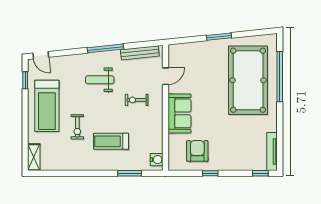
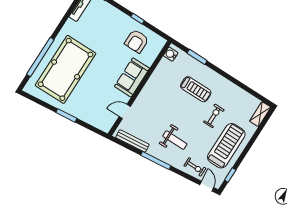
exercise bike: (137, 100) -> (195, 167), moved

